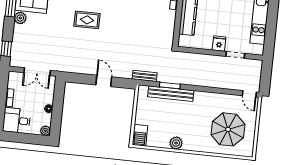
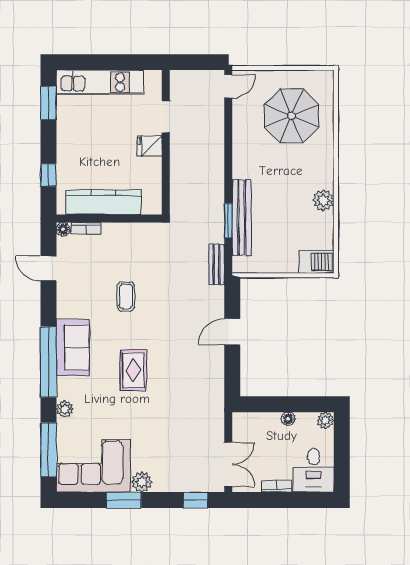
coffee table: (131, 20) -> (126, 296), added
double door: (37, 72) -> (228, 464), moved

